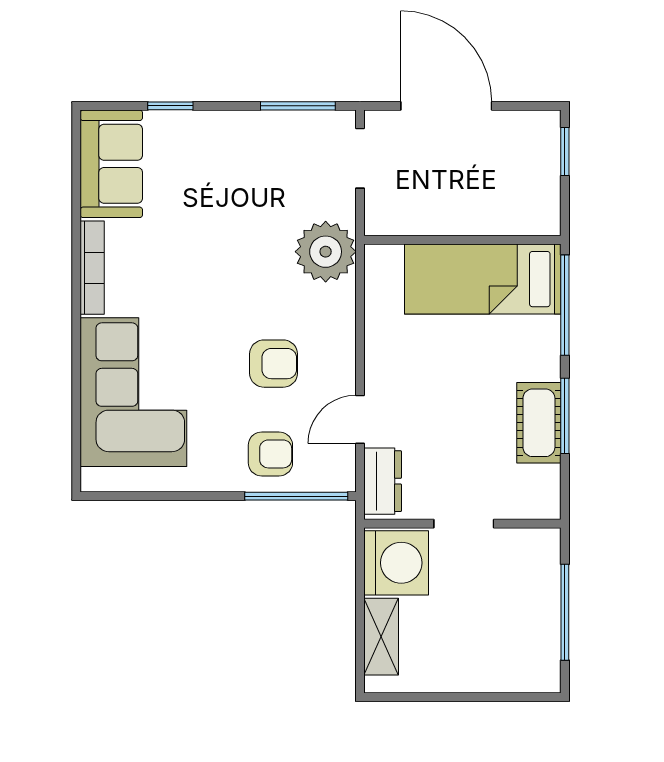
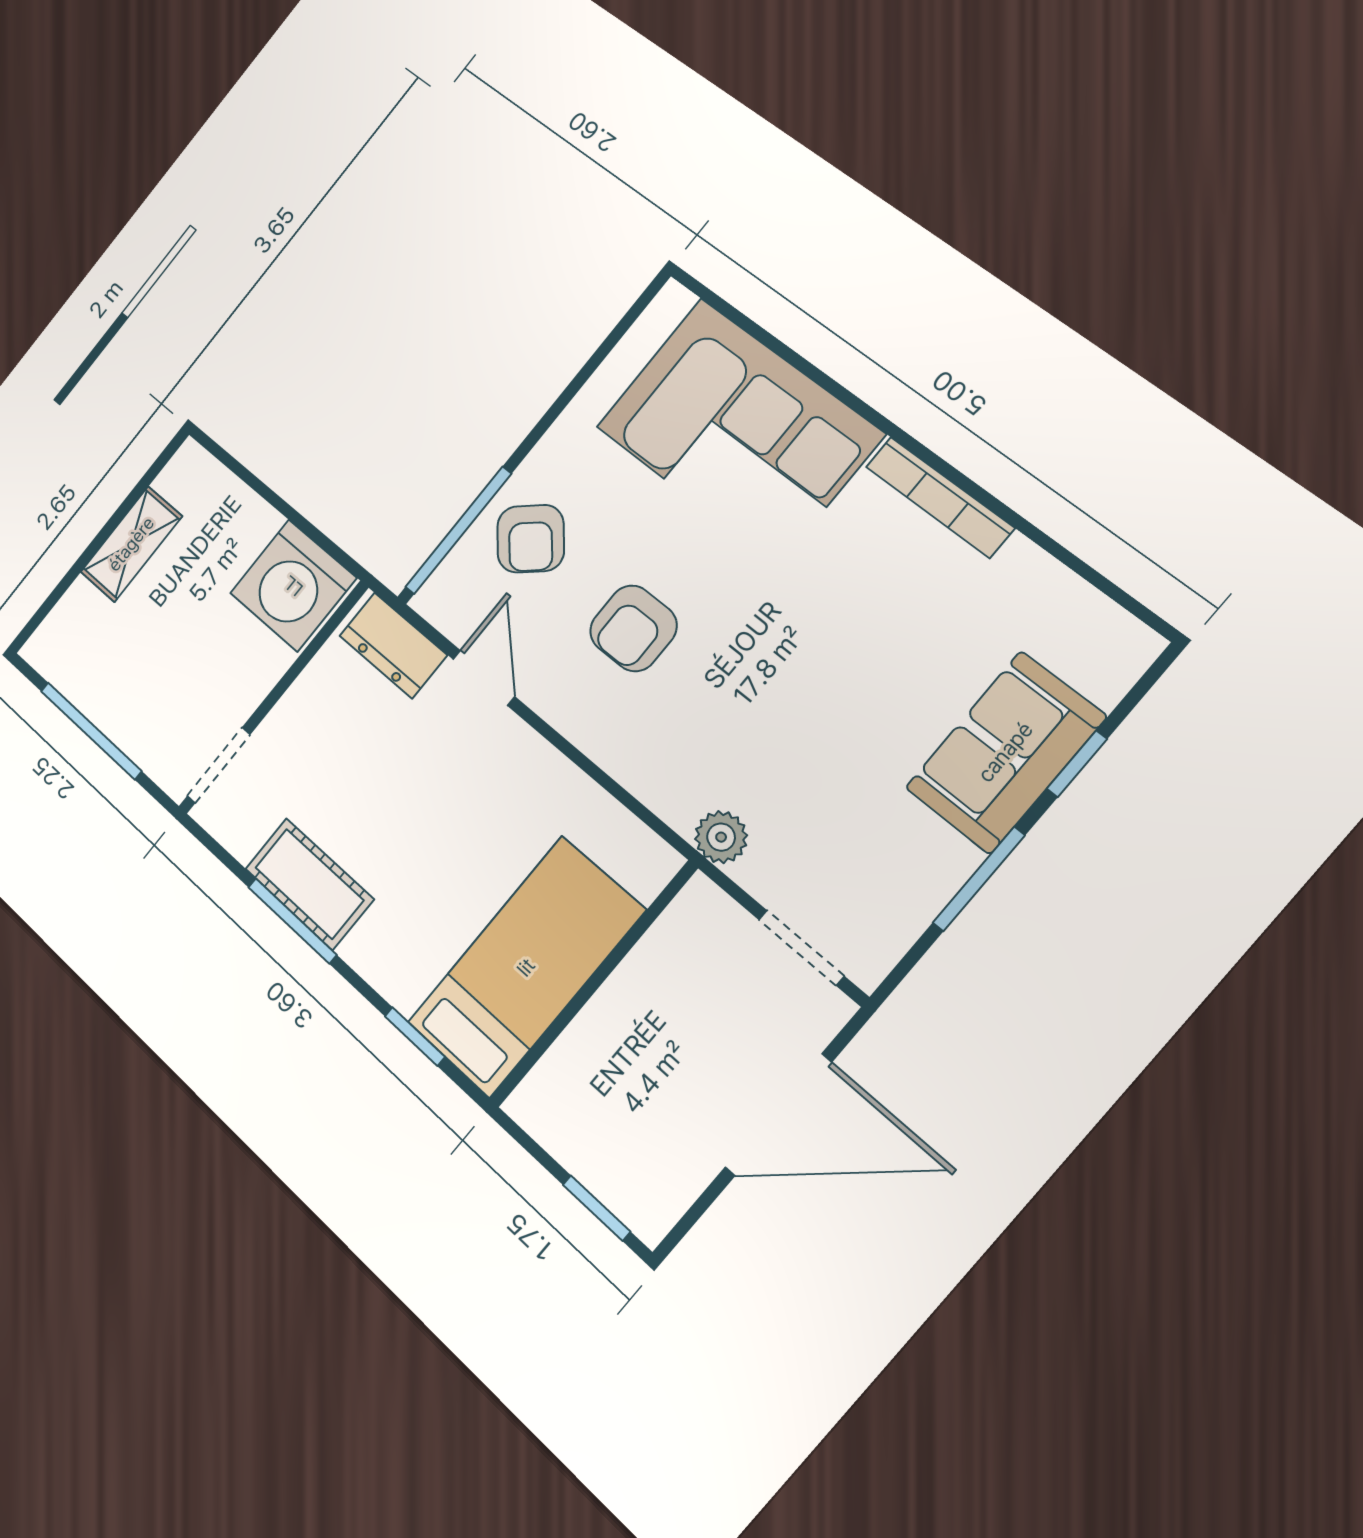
window: (298, 106) -> (979, 879), moved
sofa: (111, 164) -> (1005, 752), moved, turned 90
plant: (326, 252) -> (721, 837), width x0.53, depth x0.53
window: (565, 305) -> (415, 1036), width x0.46
armchair: (270, 454) -> (531, 539), turned -41
doorway: (464, 524) -> (219, 765), moved
shelving: (381, 637) -> (131, 544), moved, turned 90

